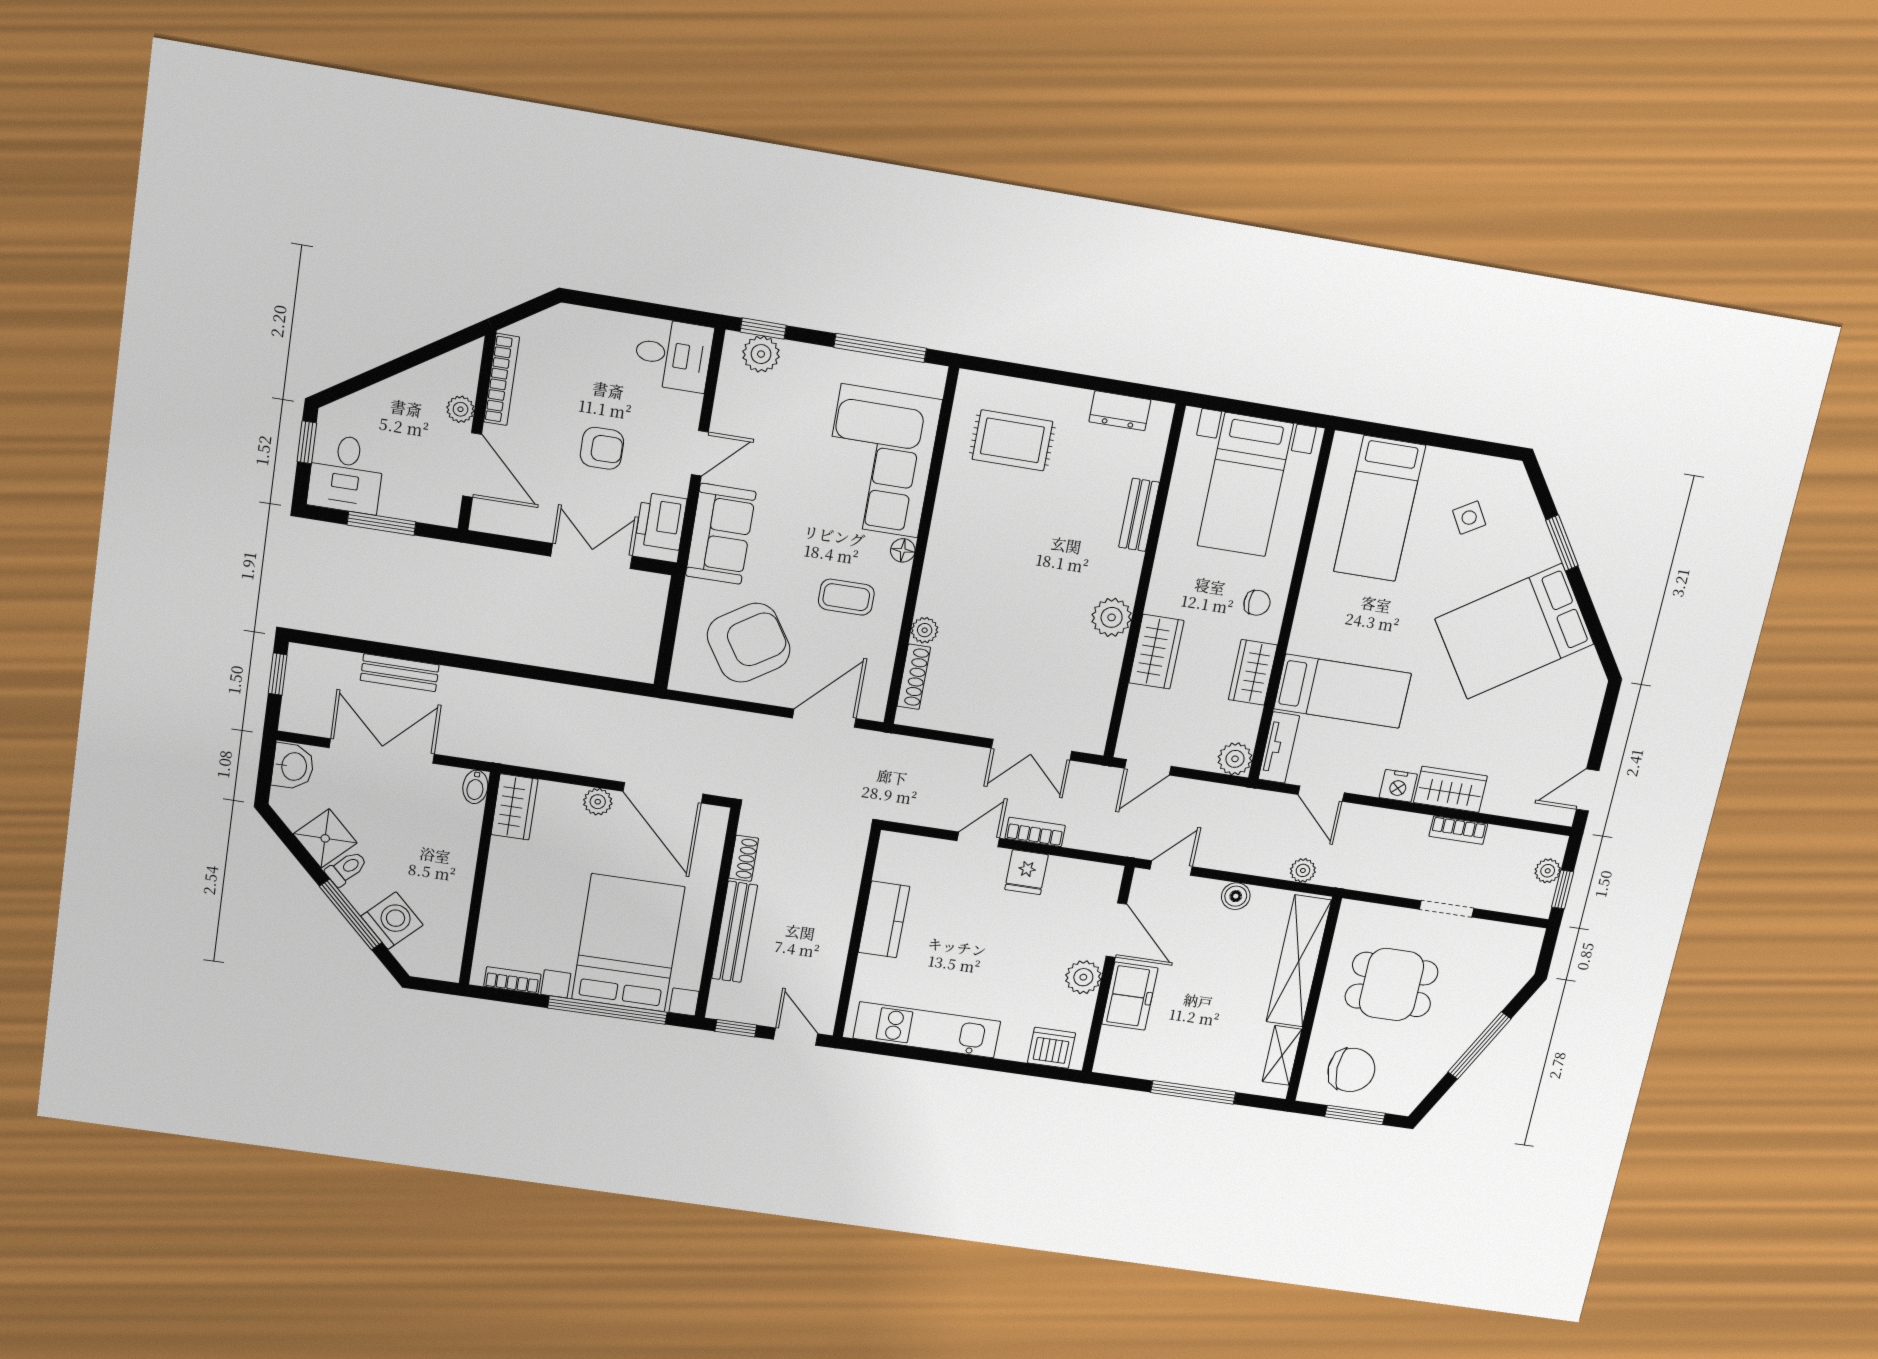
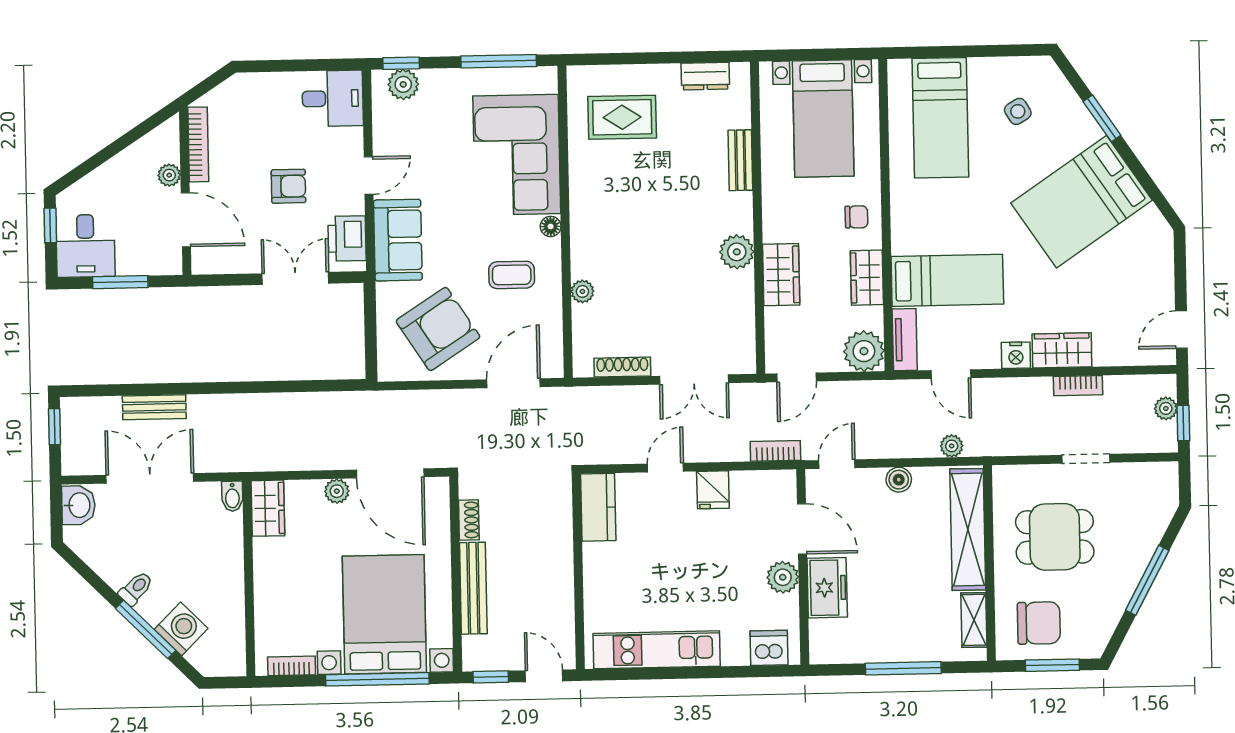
shoe rack: (914, 677) -> (622, 367), moved, turned -90
plant: (1235, 759) -> (864, 351), width x1.36, depth x1.36
bookcase: (1035, 832) -> (775, 451), moved
shower: (325, 838) -> (114, 564), removed
kitchen counter: (884, 919) -> (598, 507), moved

